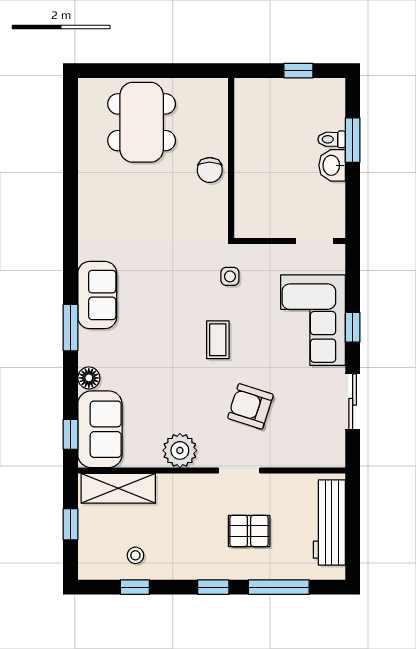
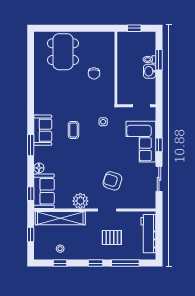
wall: (231, 158) -> (116, 68), moved
coffee table: (218, 340) -> (73, 130), moved
shelving: (118, 488) -> (60, 218), width x1.47

